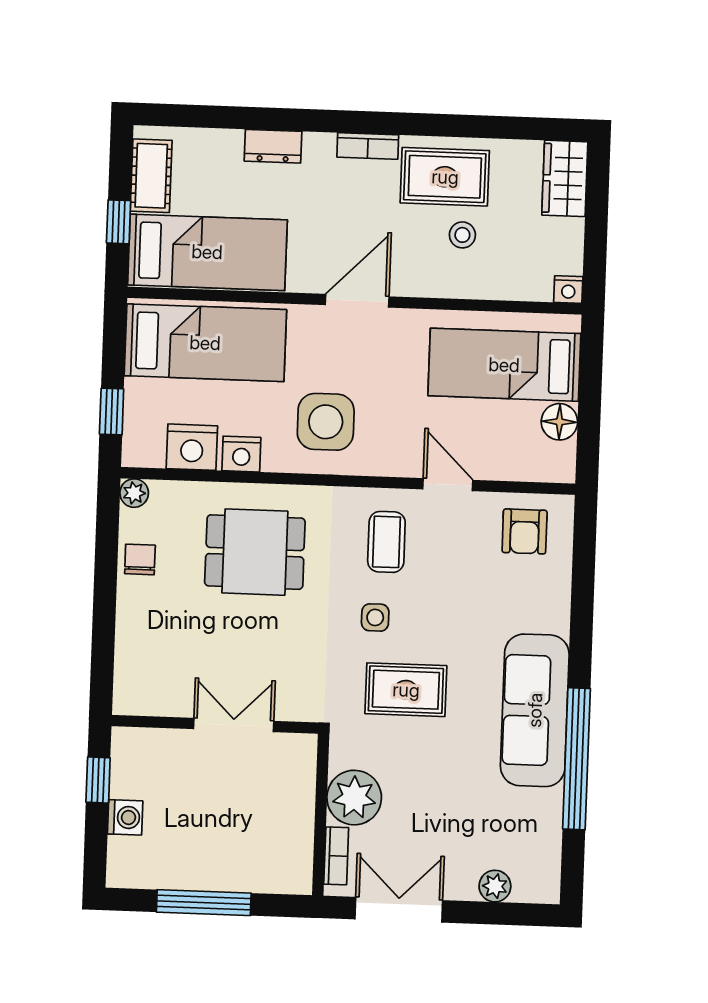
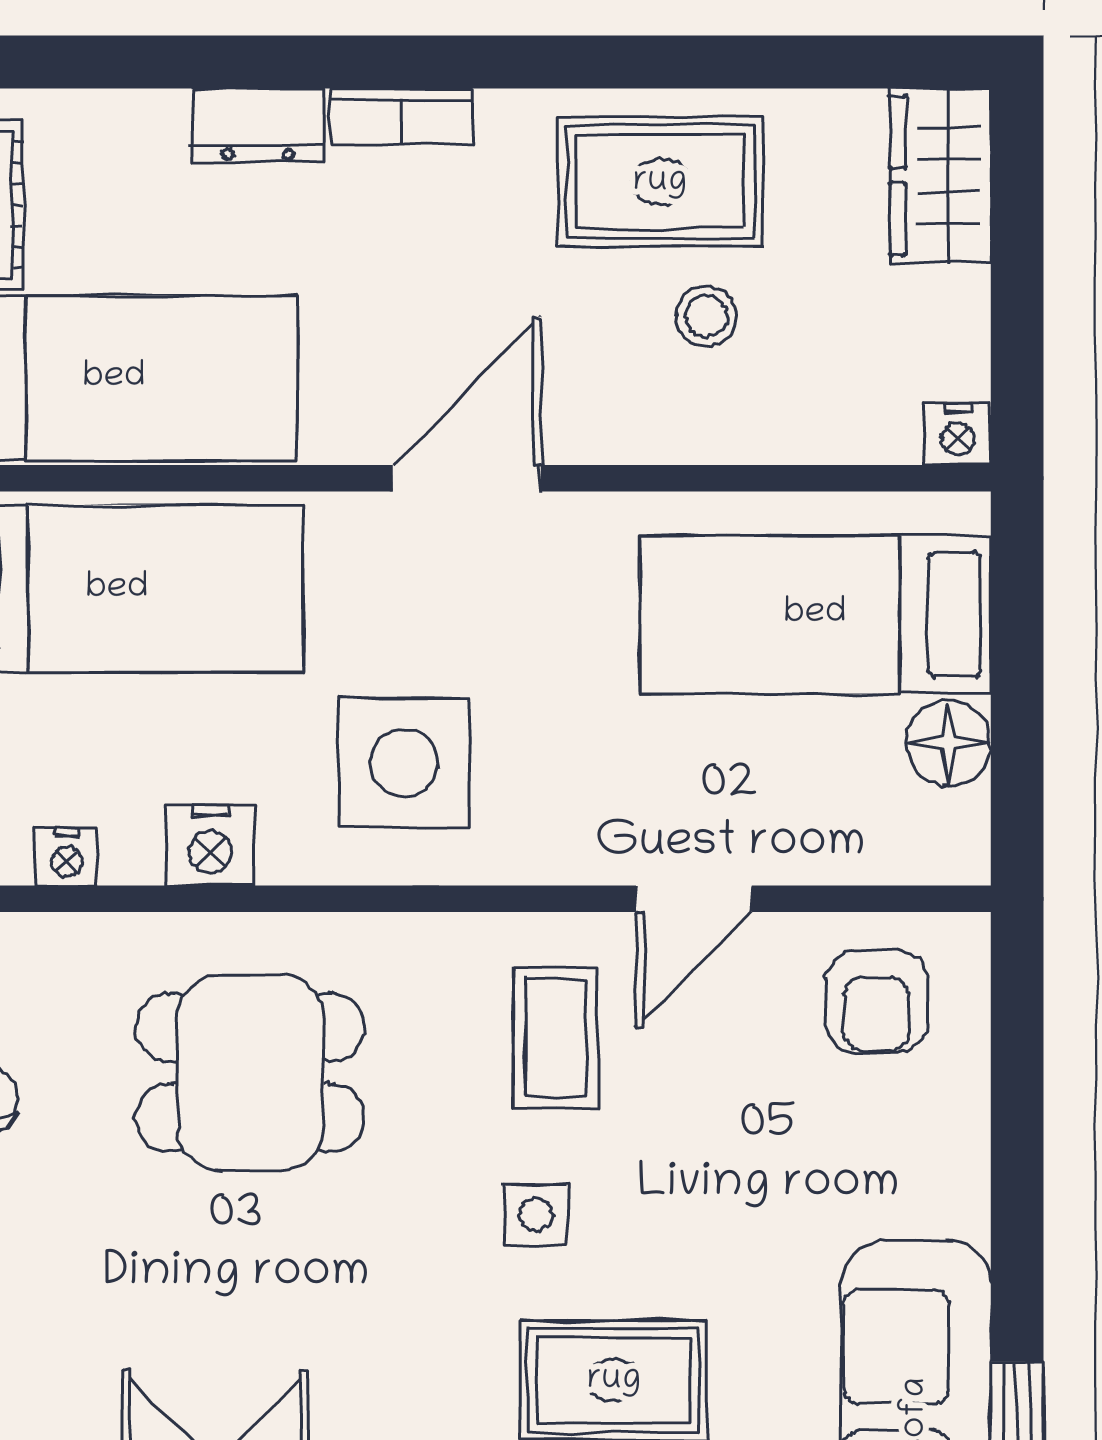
bookcase: (368, 146) -> (402, 117), moved
nightstand: (192, 447) -> (67, 857), width x0.53, depth x0.56
door: (448, 485) -> (694, 899), swing flipped

